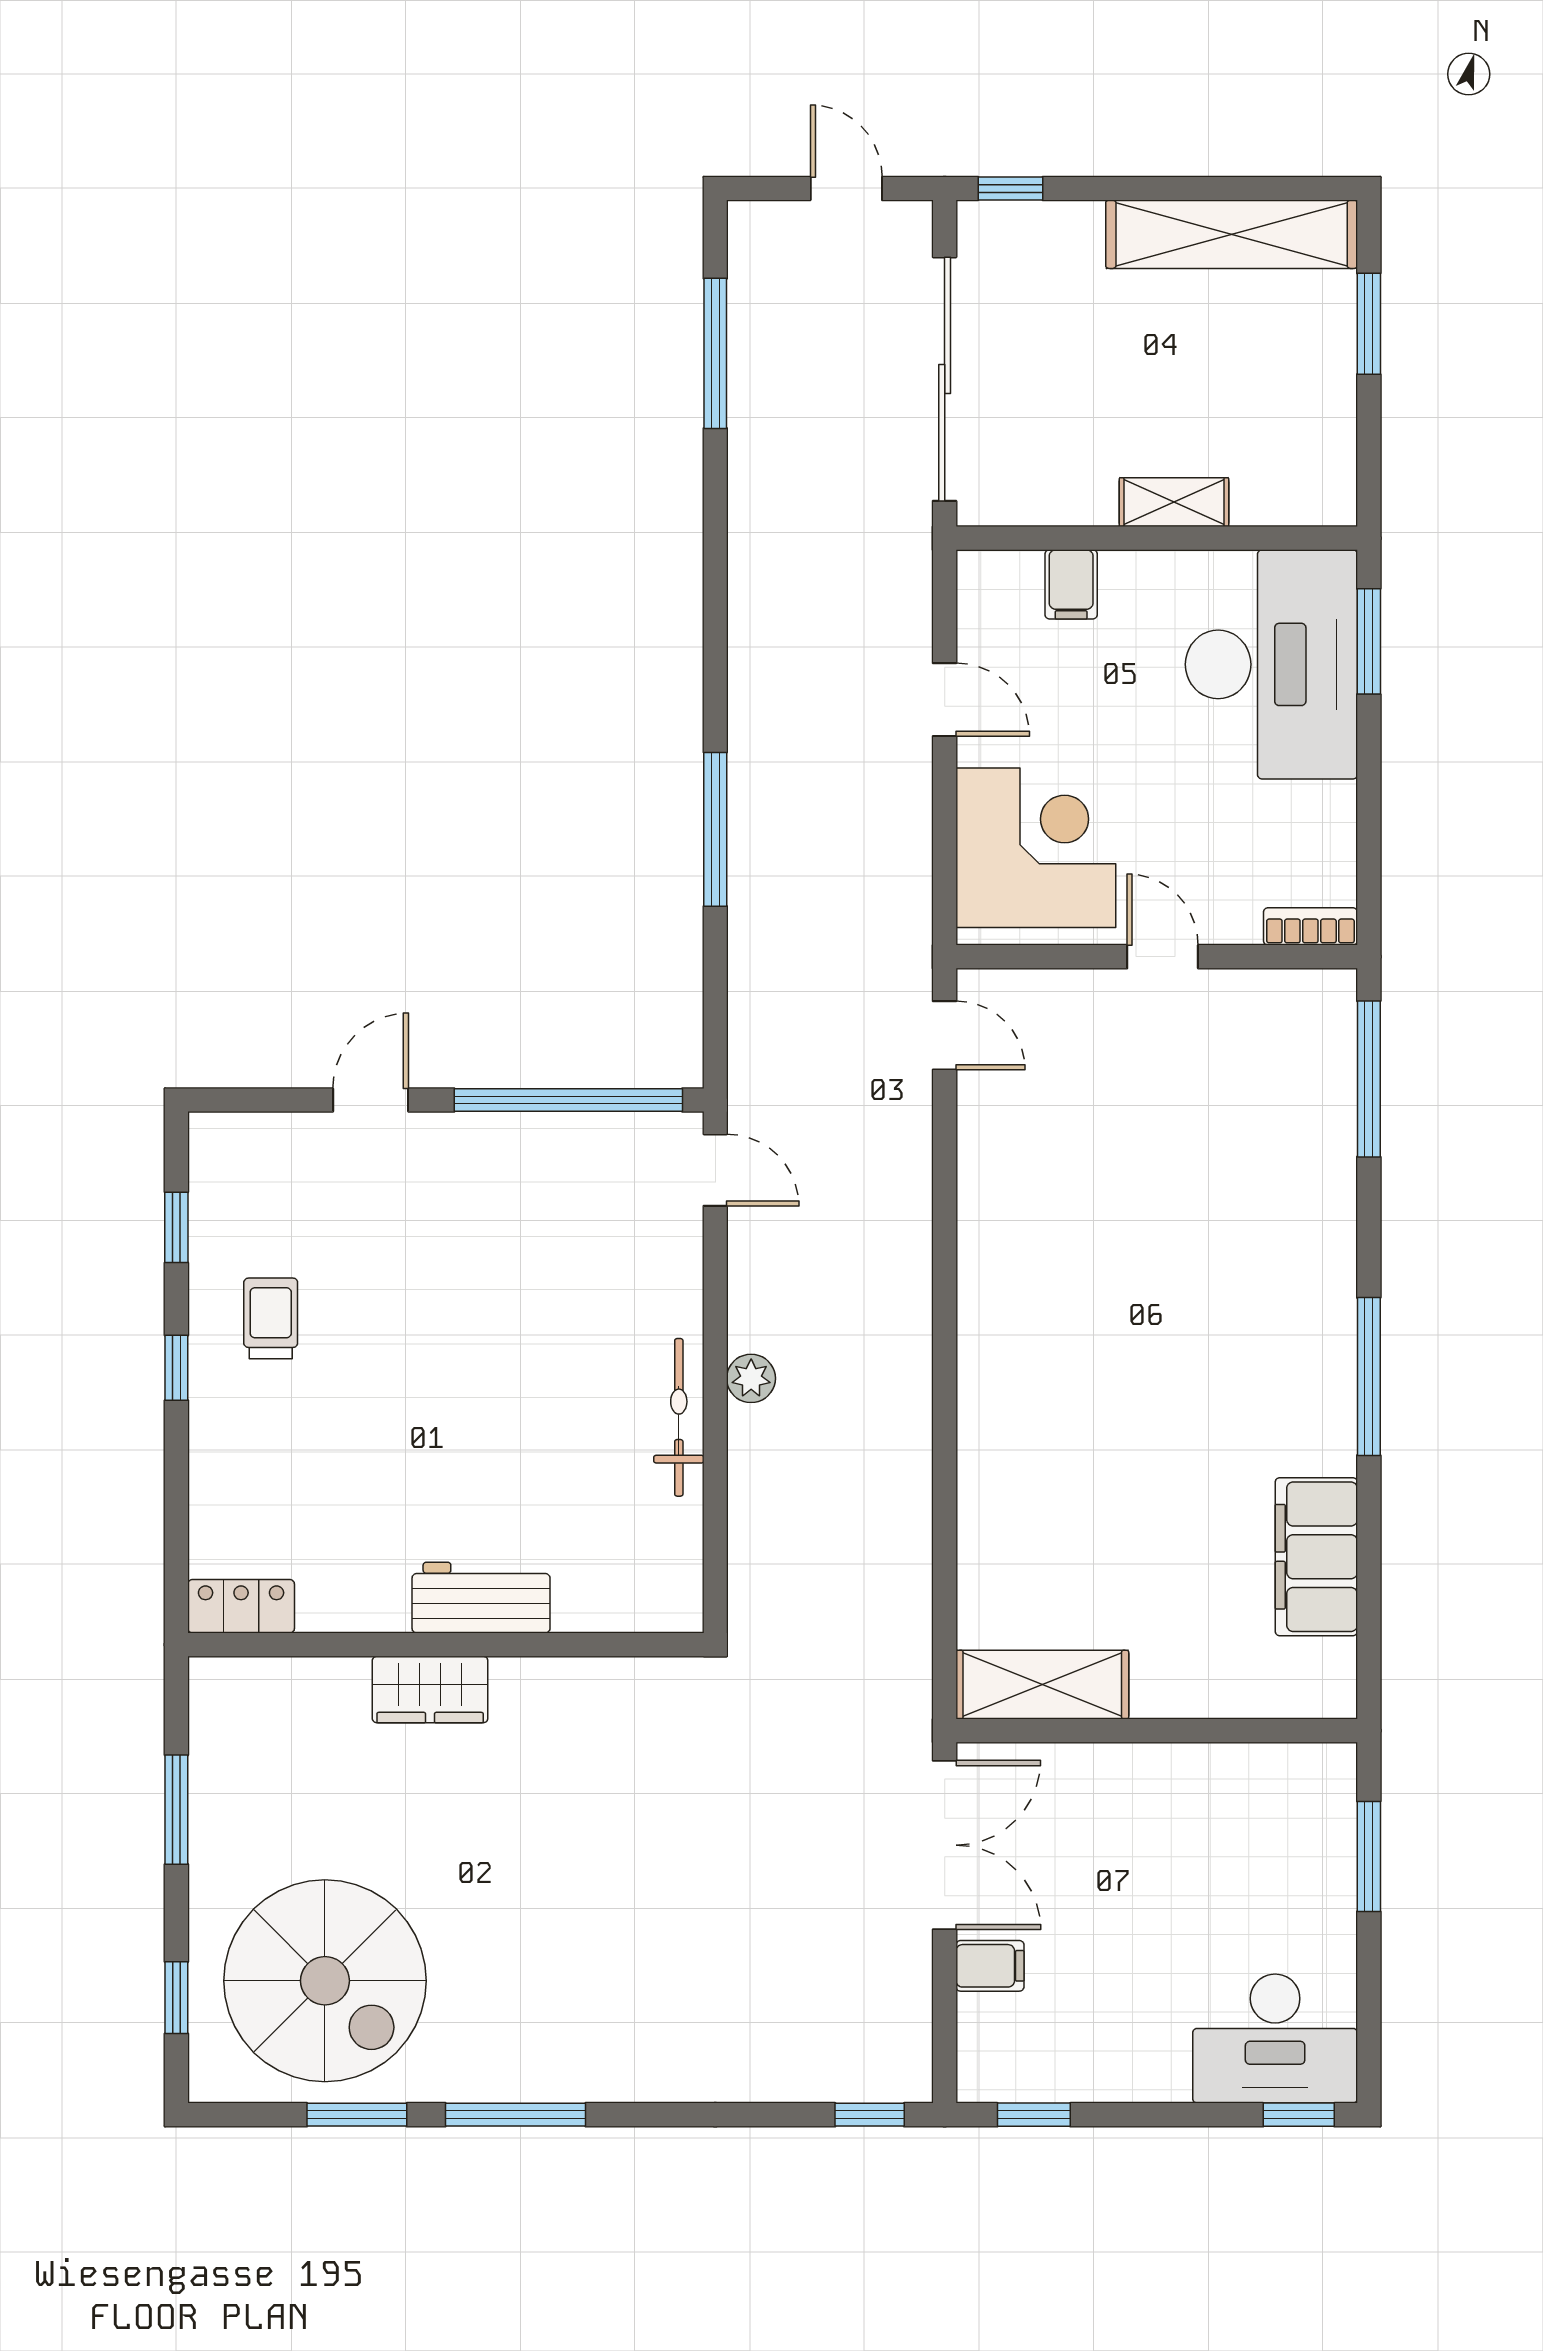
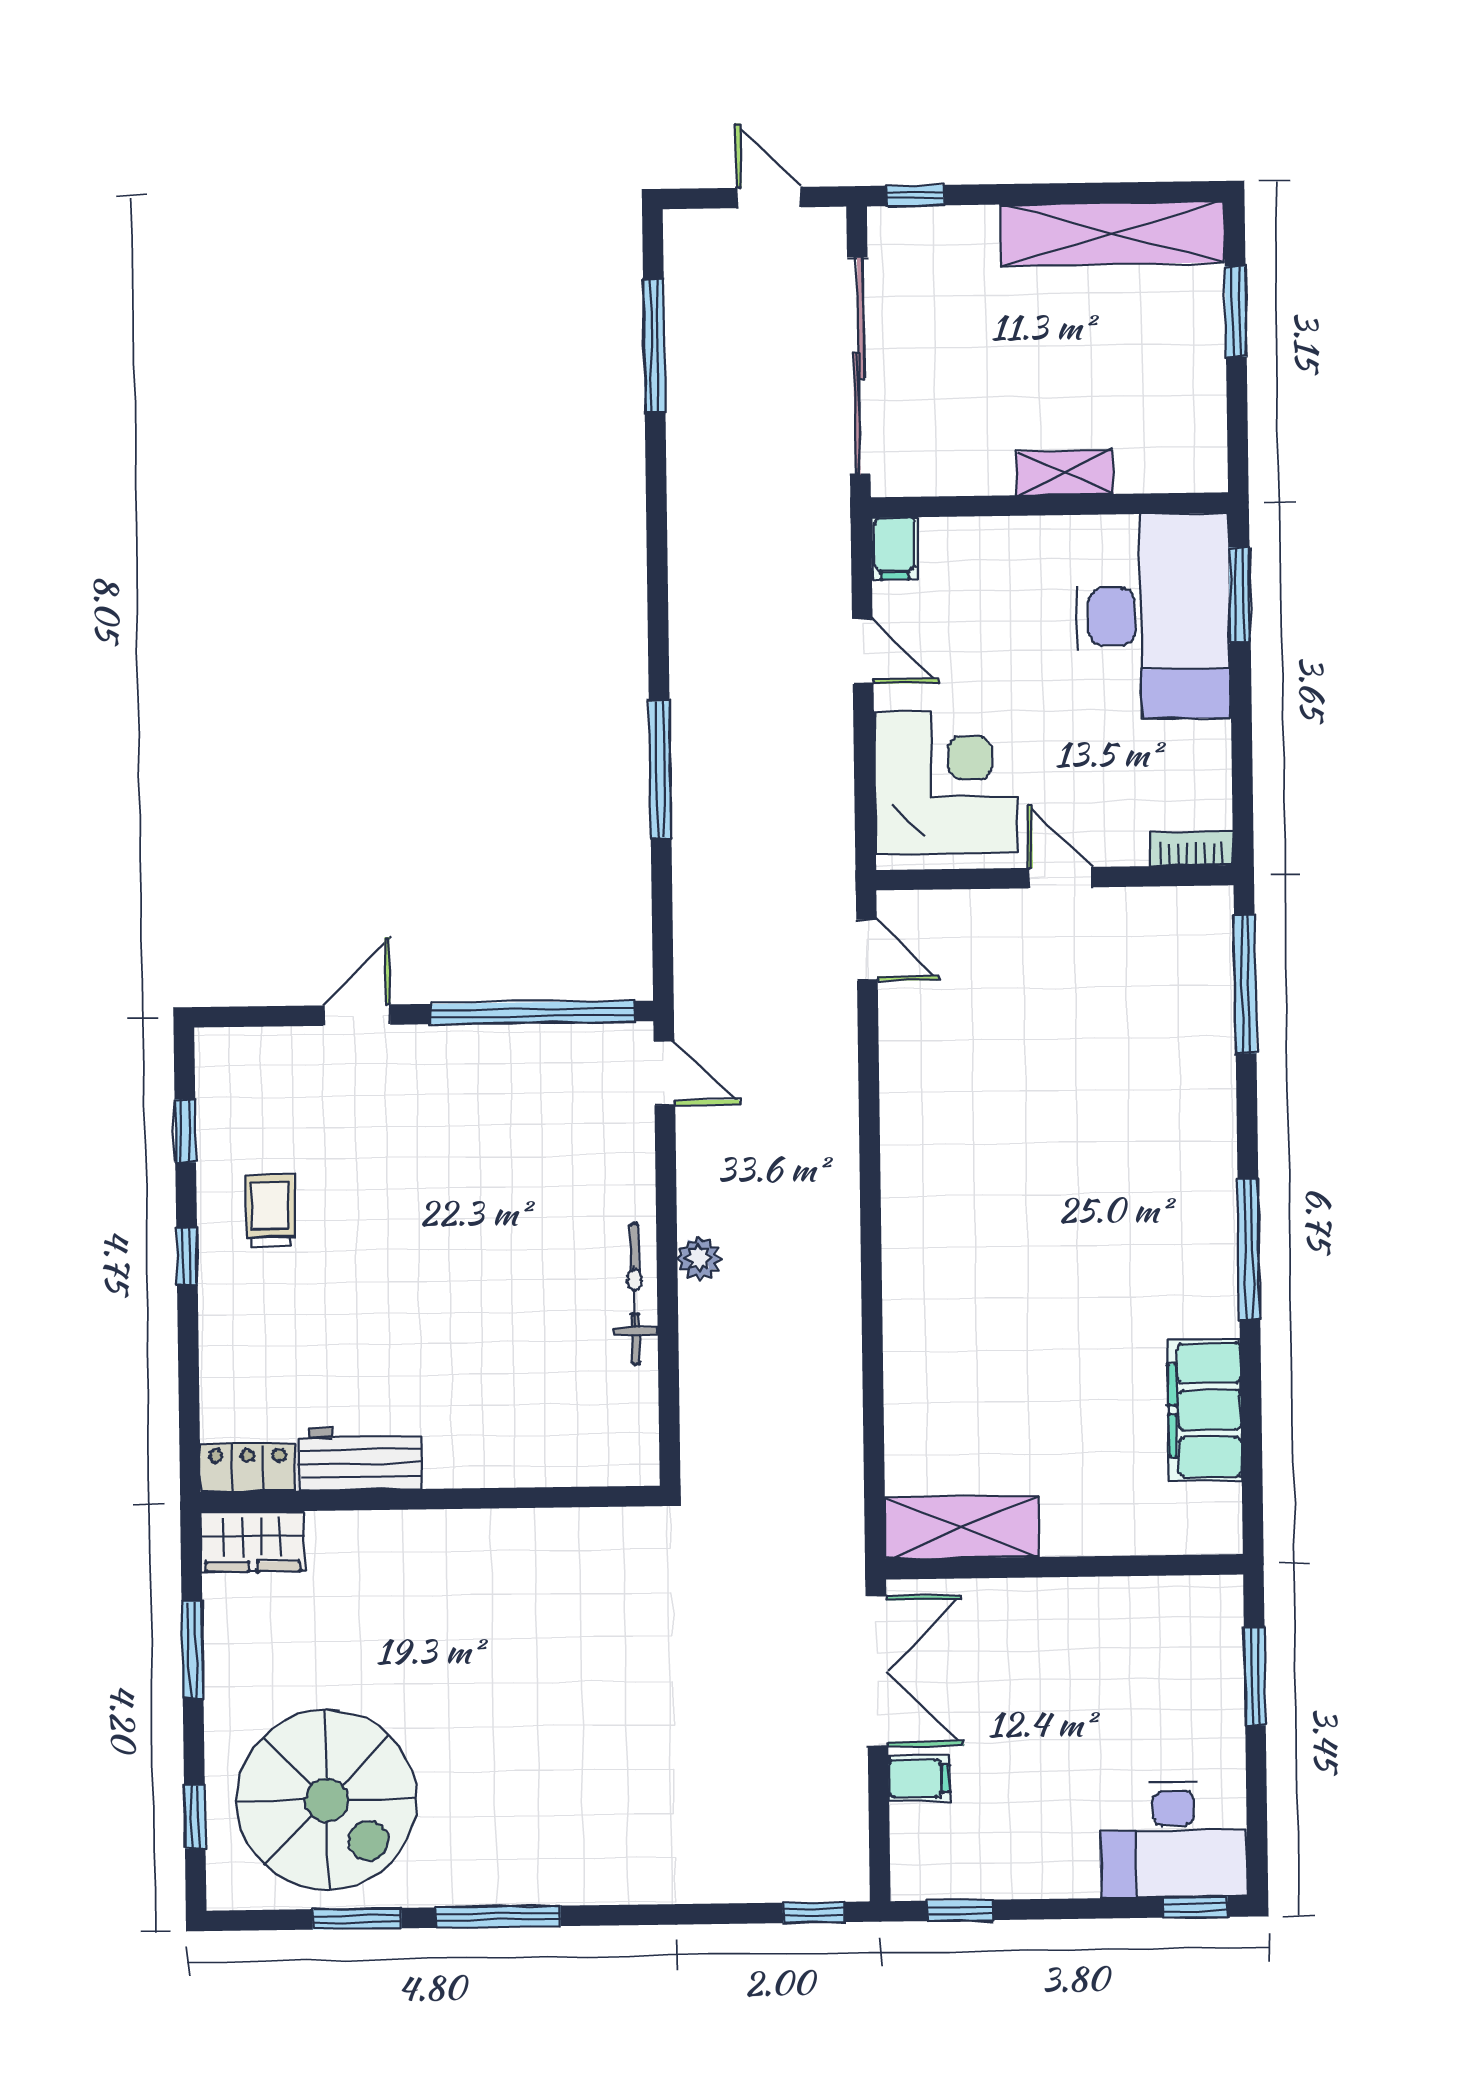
filing cabinet: (1071, 584) -> (895, 548), moved
workbench: (481, 1598) -> (360, 1458), moved
wardrobe: (430, 1690) -> (253, 1542), moved

